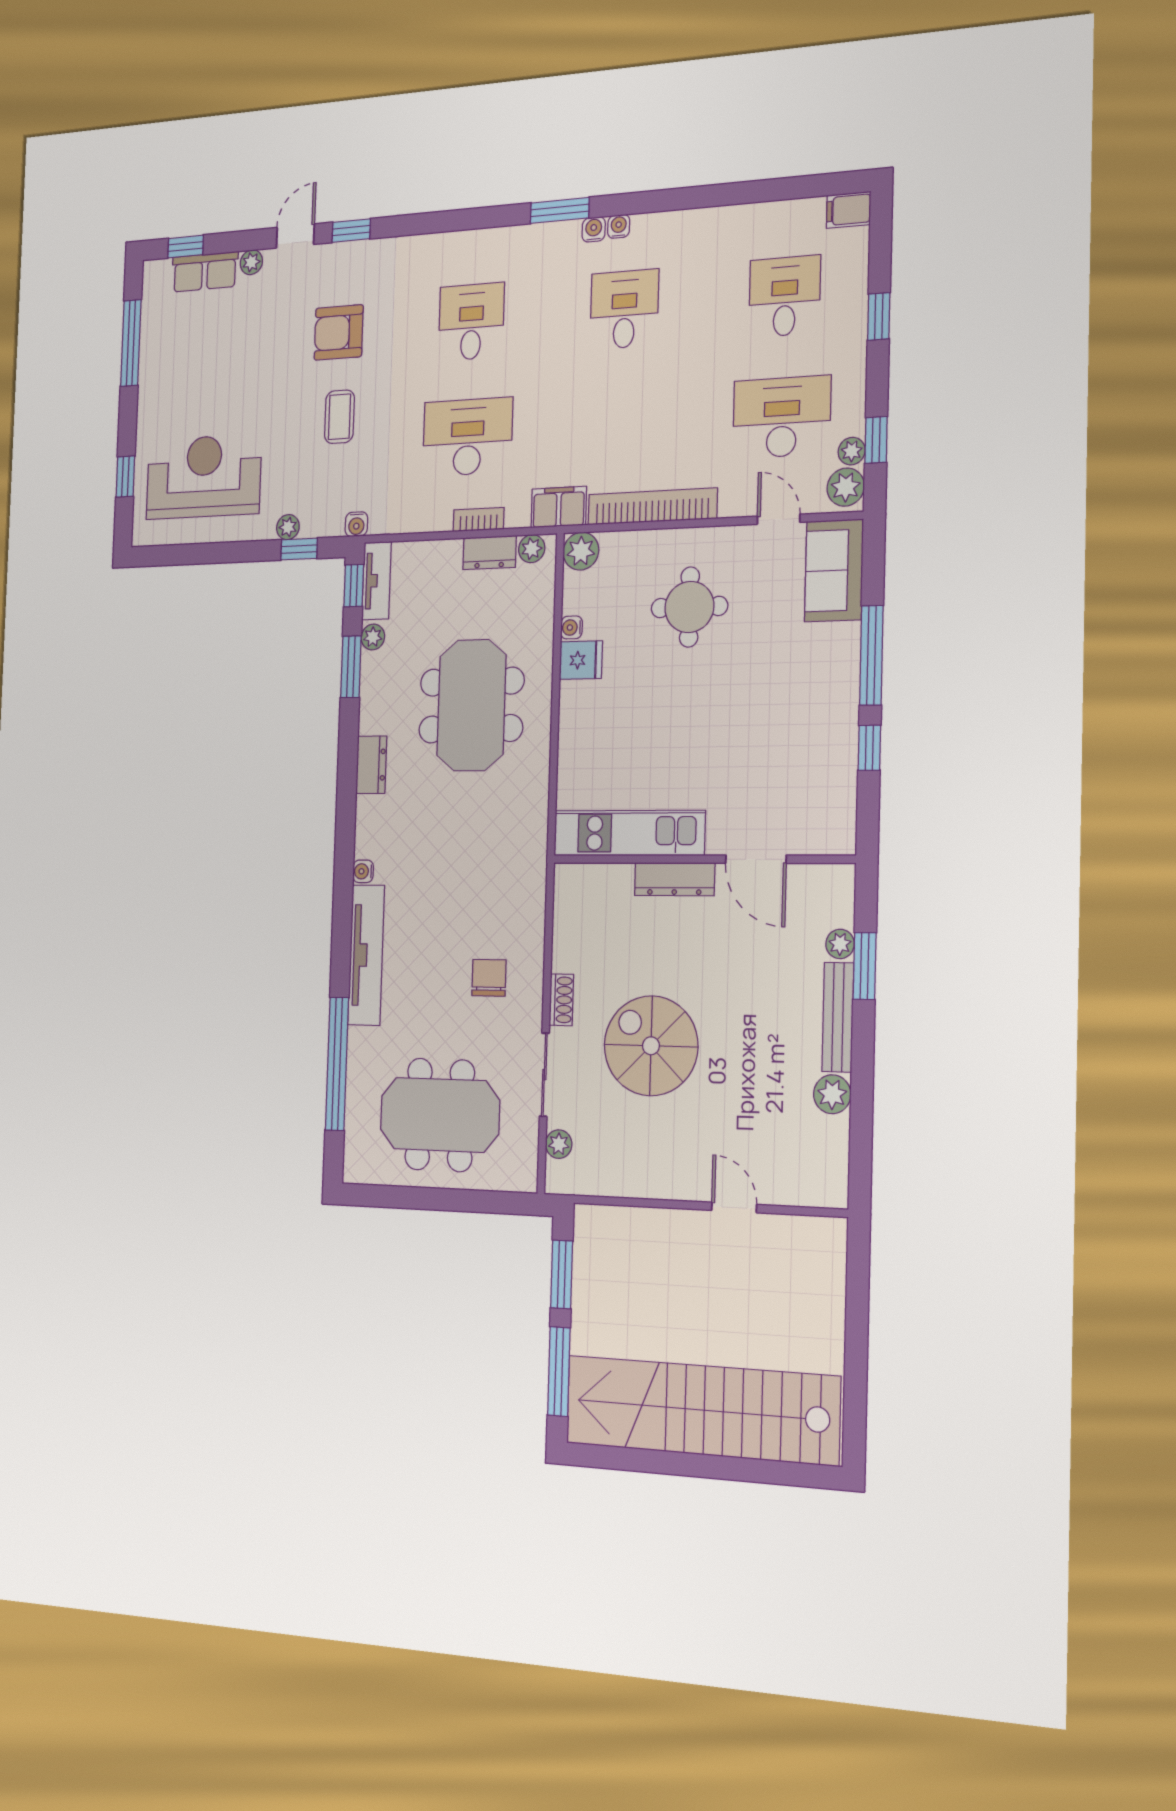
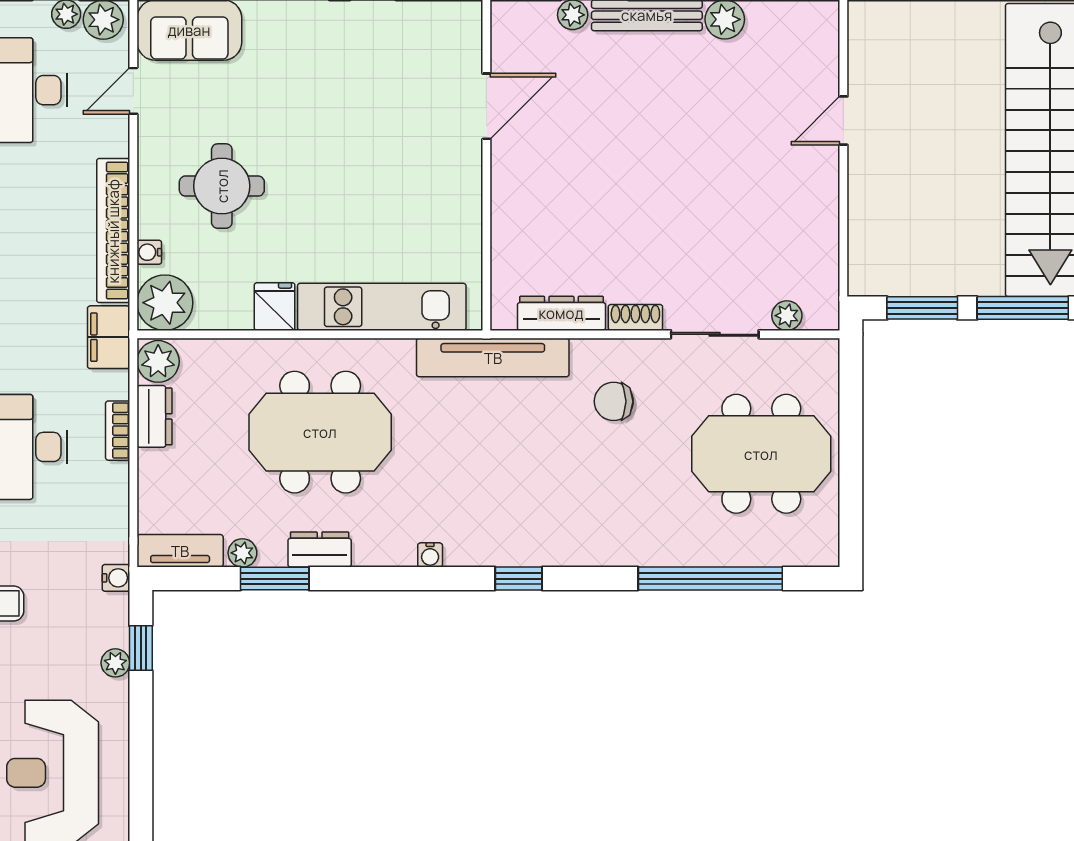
plant: (532, 549) -> (158, 361), width x1.38, depth x1.38
plant: (581, 551) -> (165, 303), width x1.36, depth x1.36
window: (354, 586) -> (519, 579), moved
water cooler: (572, 627) -> (149, 252), moved, turned 90
dresser: (371, 765) -> (320, 550), moved
kitchen unit: (629, 833) -> (382, 307), moved, turned 90
water cooler: (363, 871) -> (430, 555), moved
dresser: (675, 879) -> (561, 313), moved, turned -90
tv unit: (366, 955) -> (493, 358), moved, turned 180
spiral stairs: (651, 1046) -> (681, 216), removed
meeting table: (440, 1115) -> (761, 454), turned 90

